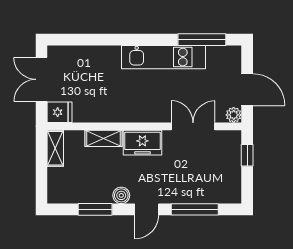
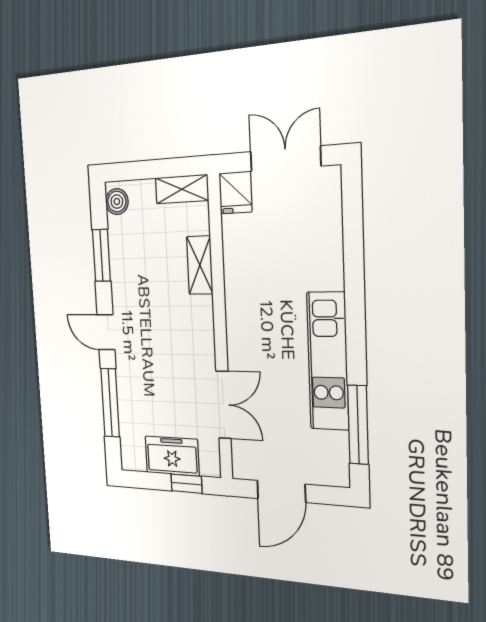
plant: (234, 115) -> (243, 468), removed
freezer: (142, 143) -> (172, 456), moved, turned 90
boiler: (121, 195) -> (117, 202), moved

